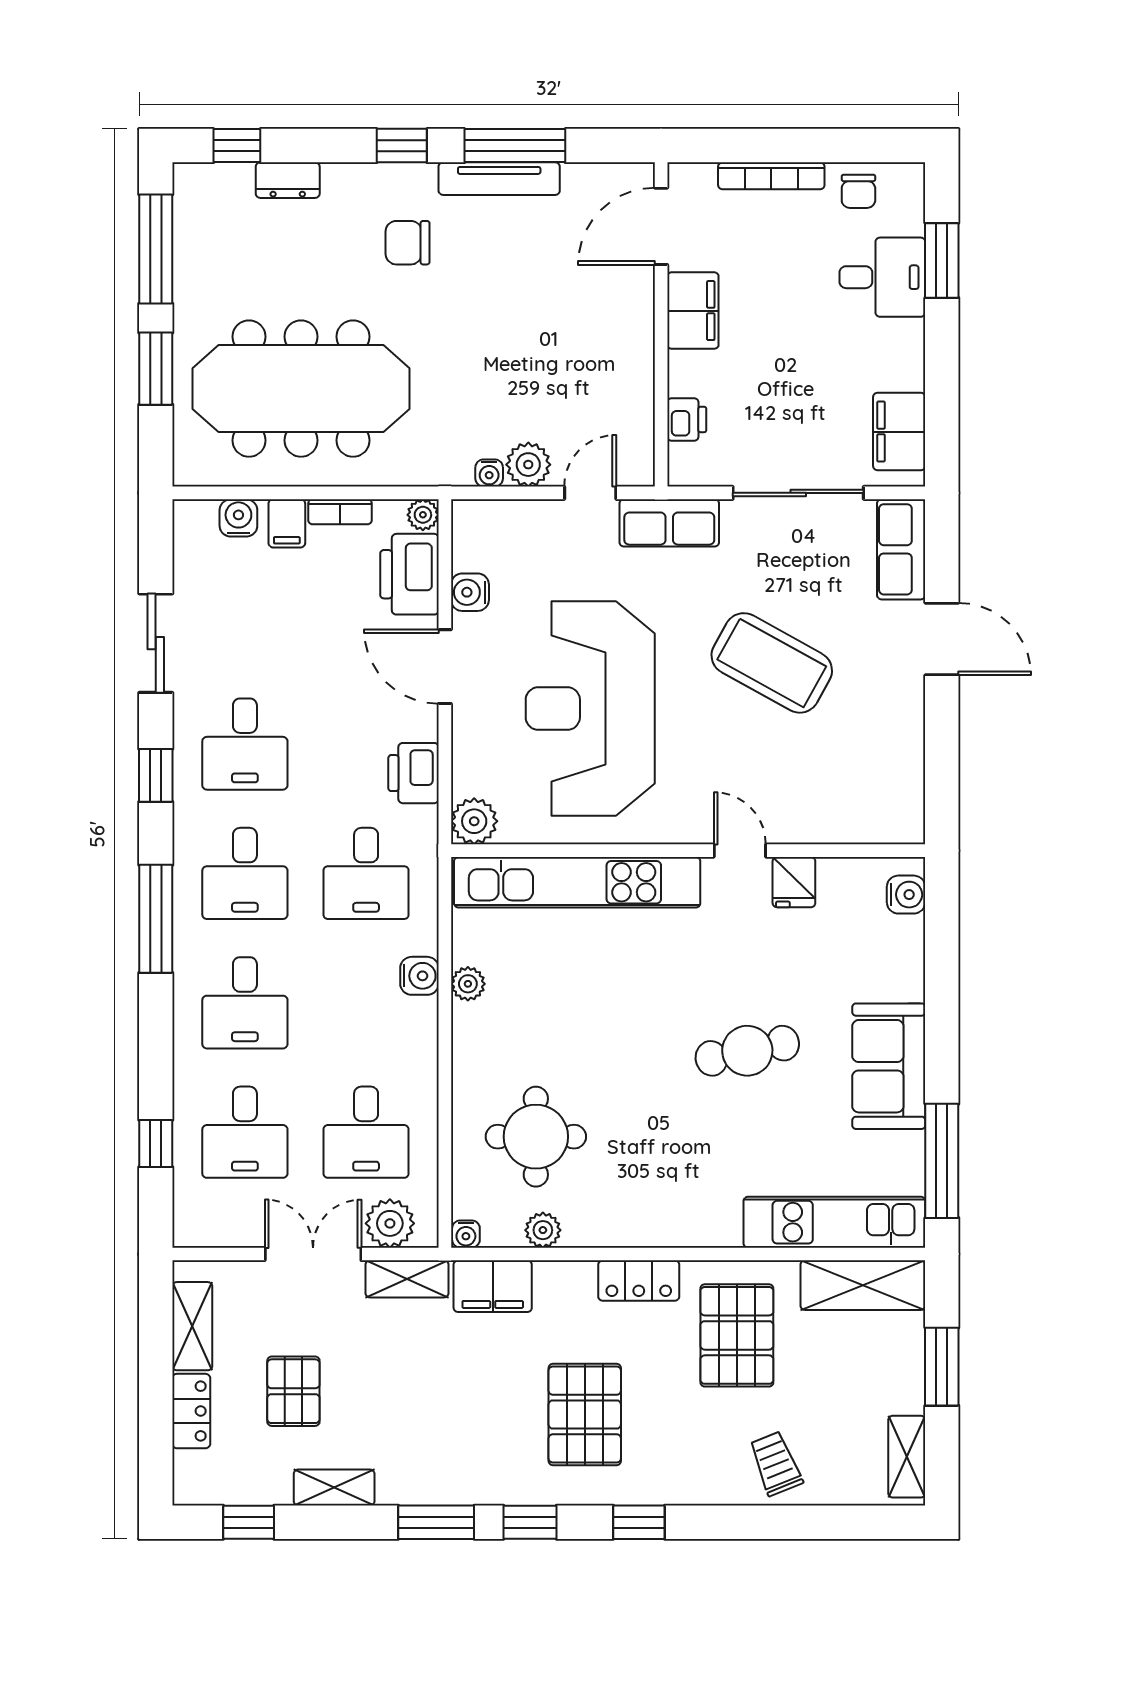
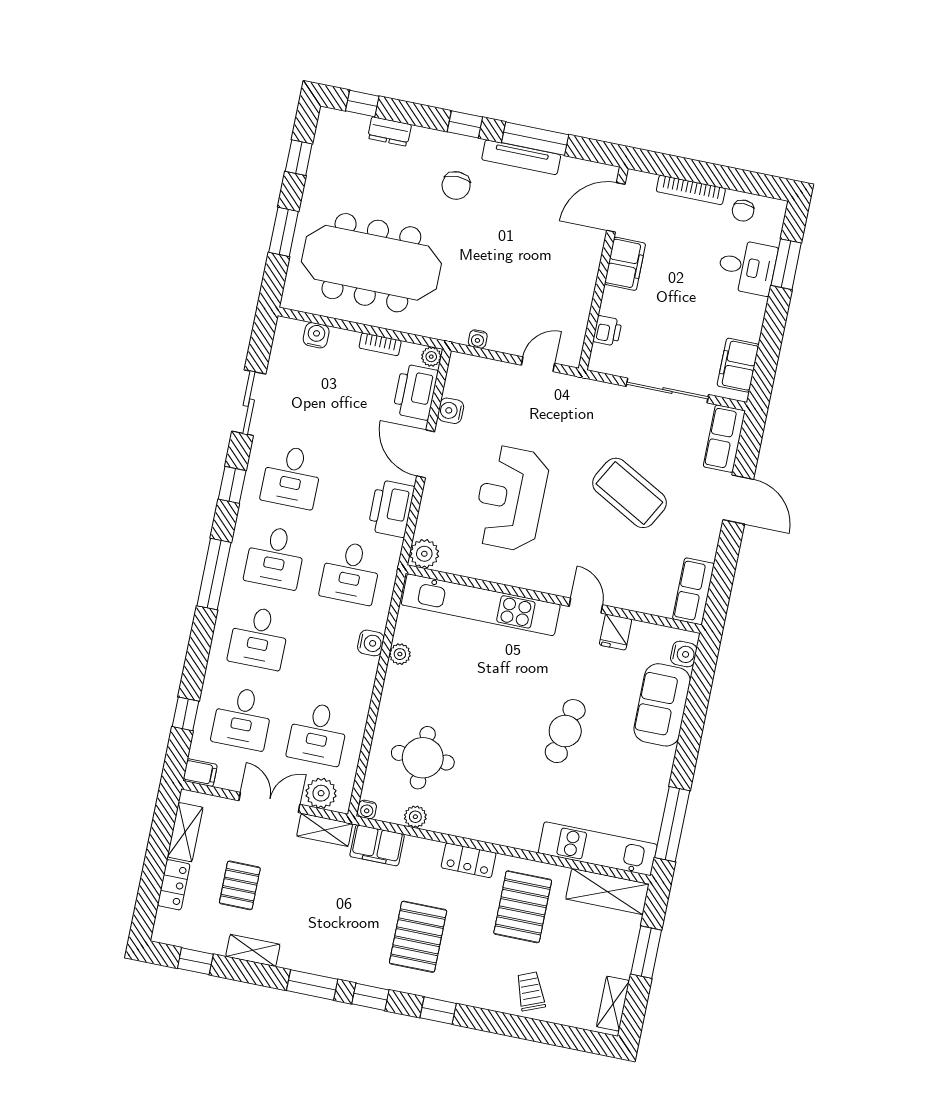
chair: (408, 243) -> (456, 185), turned -90
window: (156, 249) -> (299, 158), width x0.46
plant: (528, 465) -> (503, 339), removed
filing cabinet: (287, 523) -> (200, 773), moved, turned -90
row of seats: (669, 523) -> (693, 591), moved, turned 90
reception desk: (590, 709) -> (511, 498), width x0.74, depth x0.77
printer: (414, 773) -> (391, 508), width x1.37, depth x1.19
cafe table: (747, 1051) -> (565, 731), turned -67
sofa: (889, 1066) -> (662, 705), moved

